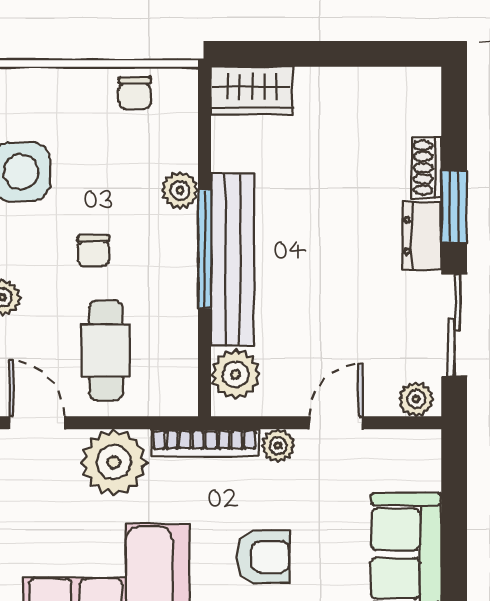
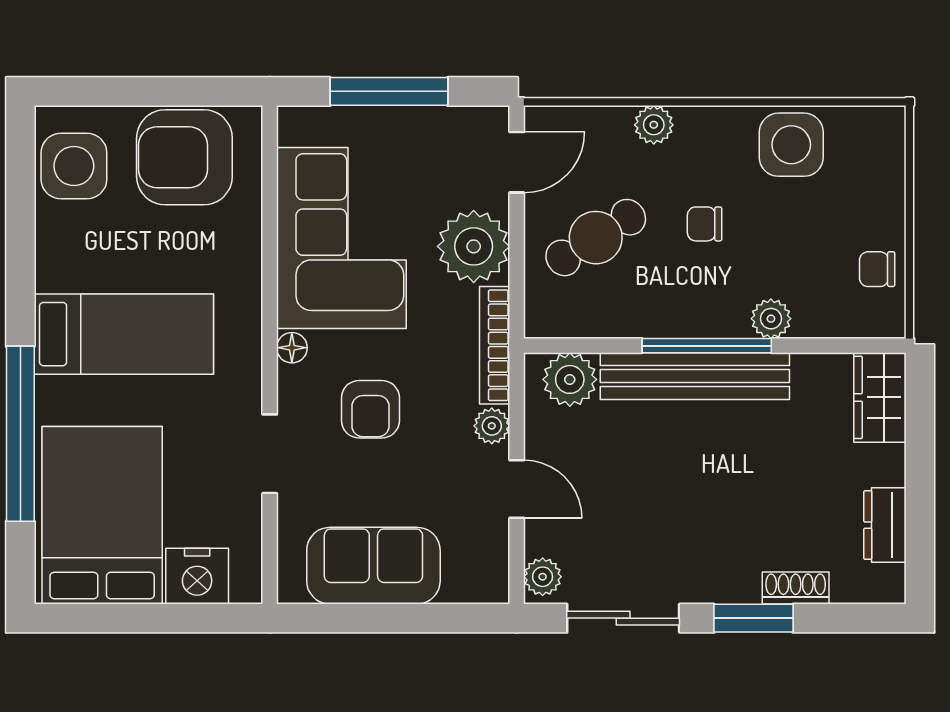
dresser: (422, 236) -> (885, 525), moved, turned -90
cafe table: (106, 351) -> (596, 238), turned -32

